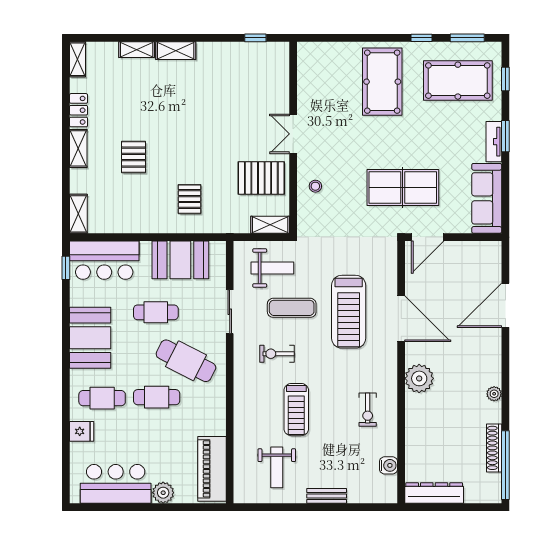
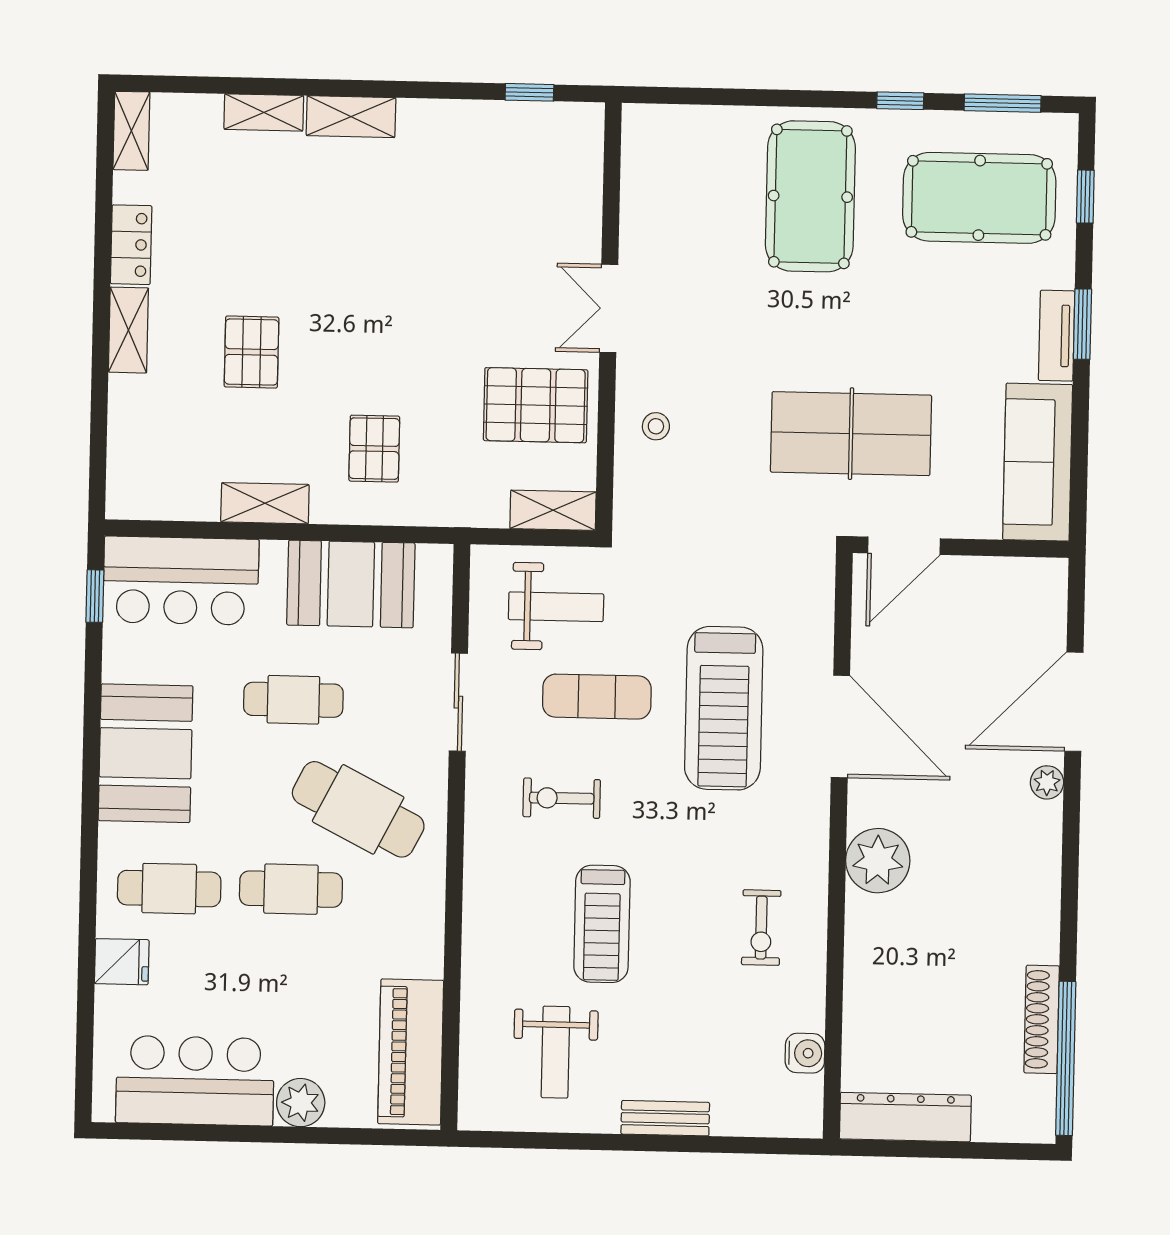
shelving: (78, 214) -> (265, 503), moved, turned 90
plant: (494, 394) -> (1047, 782), moved

